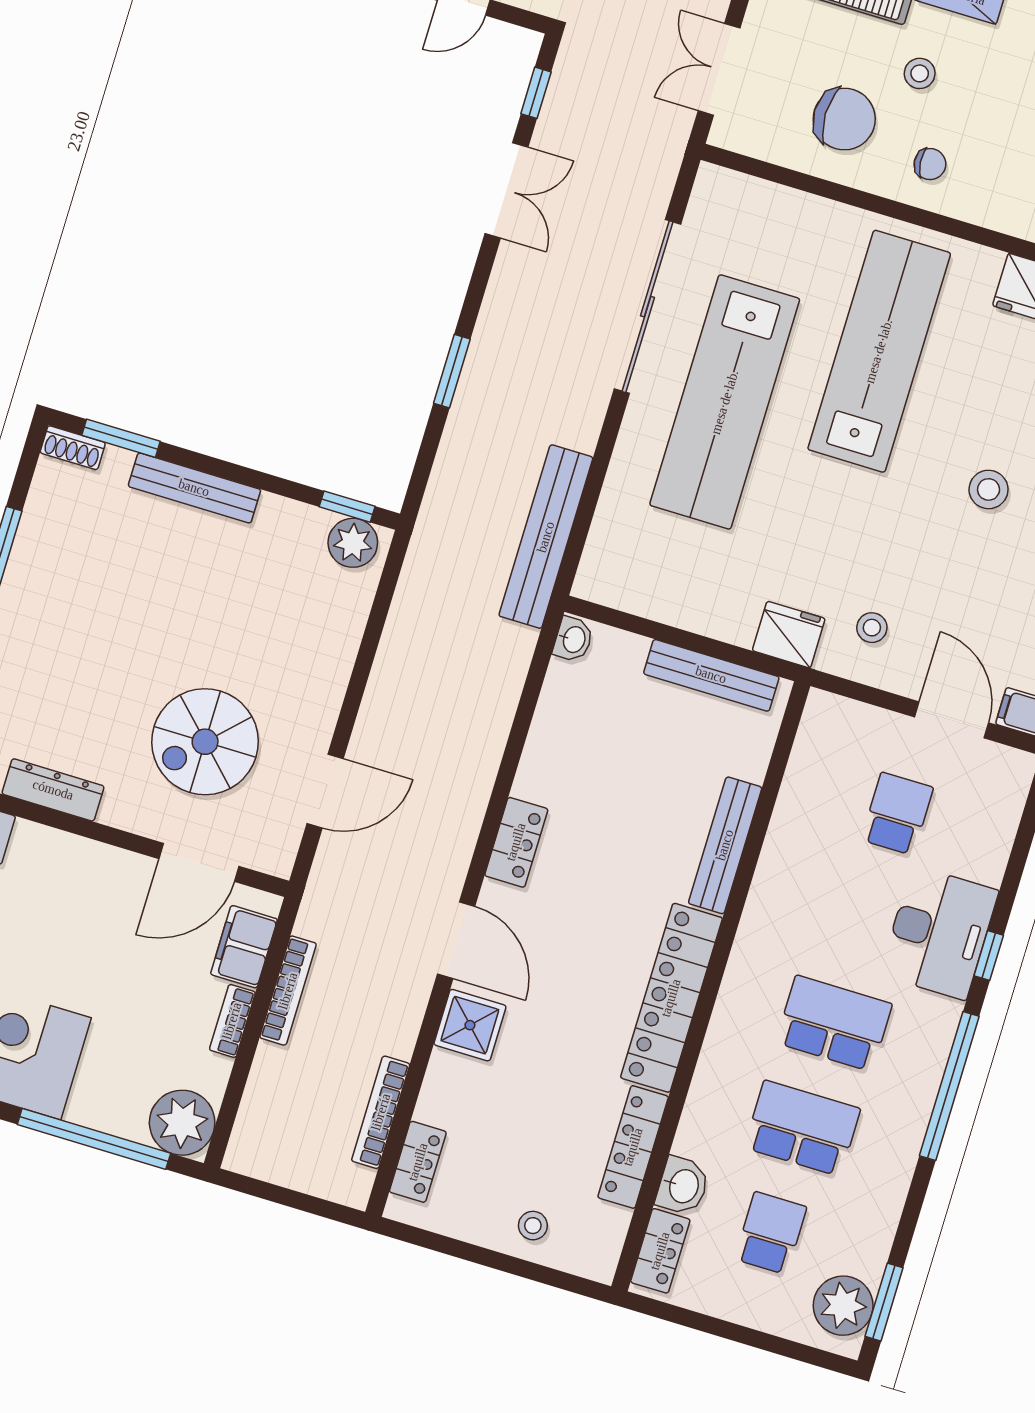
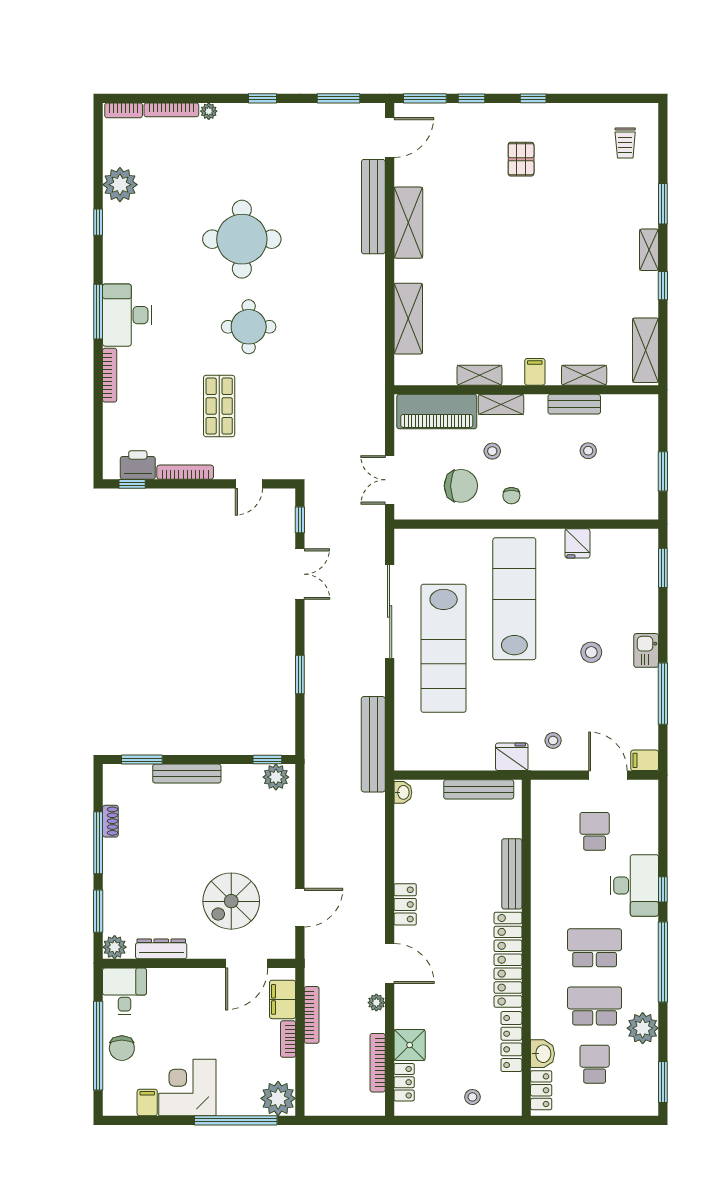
chair: (930, 164) -> (511, 496), turned 95
shoe rack: (73, 448) -> (110, 821), moved, turned -90
plant: (411, 1003) -> (376, 1003), added
shower: (470, 1025) -> (410, 1045), moved
plant: (843, 1306) -> (643, 1028), moved

